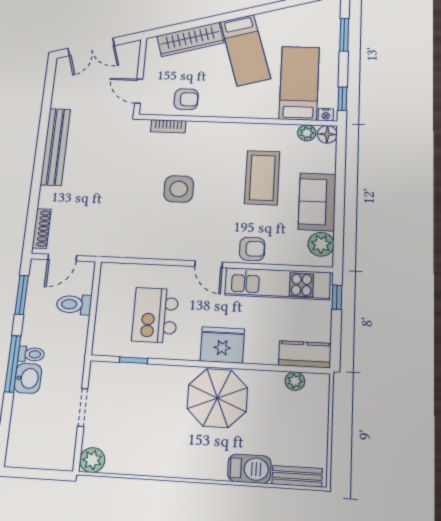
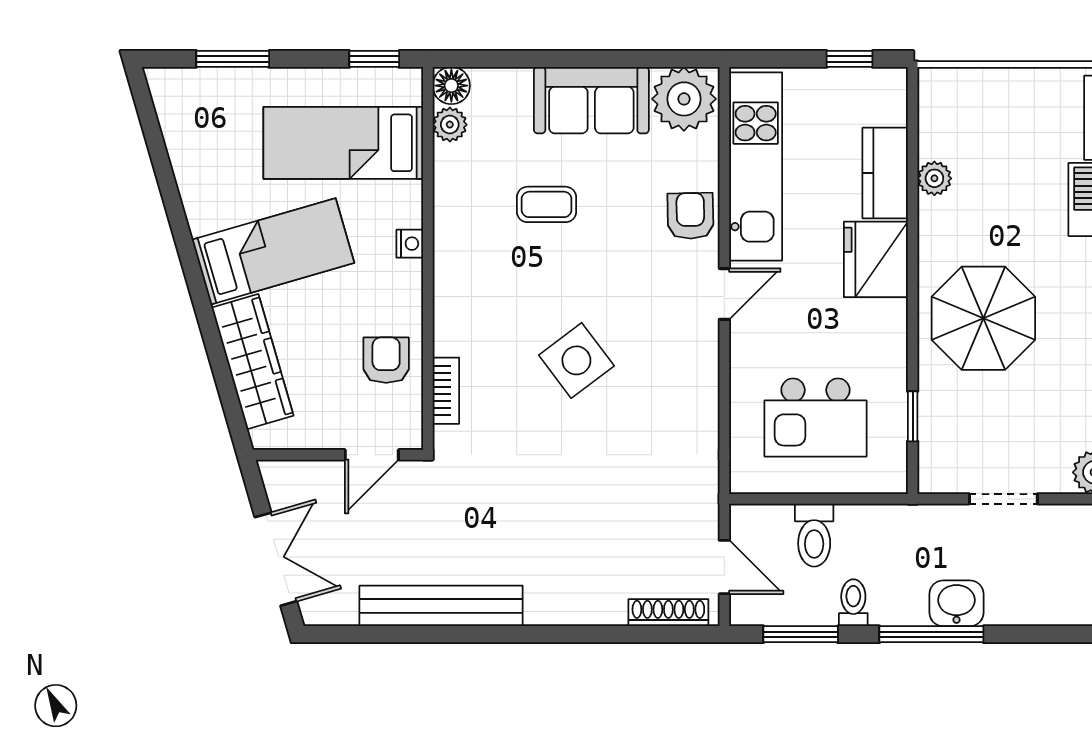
nightstand: (326, 115) -> (410, 244), moved
bench: (55, 147) -> (441, 606), moved
coffee table: (262, 178) -> (547, 204), width x0.54, depth x0.58
side table: (179, 189) -> (576, 360), turned -37
plant: (321, 244) -> (684, 99), width x1.36, depth x1.36
window: (337, 297) -> (850, 59), moved
kitchen island: (155, 315) -> (816, 417), moved
toilet: (31, 354) -> (853, 603), moved
kitchen counter: (305, 354) -> (885, 173), moved
plant: (295, 381) -> (934, 178), moved
parasol: (217, 398) -> (983, 318), moved

